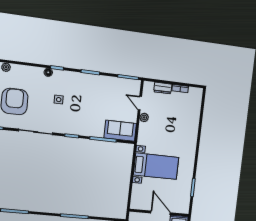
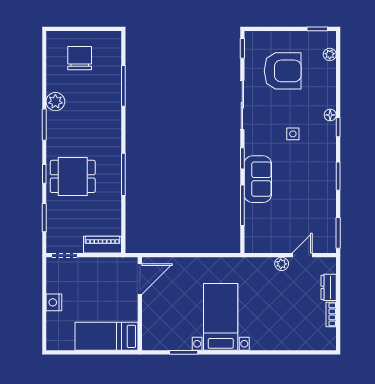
sofa: (120, 131) -> (258, 179), moved
bed with nightstands: (156, 166) -> (221, 317), moved, turned 180
door: (161, 213) -> (140, 279), moved

